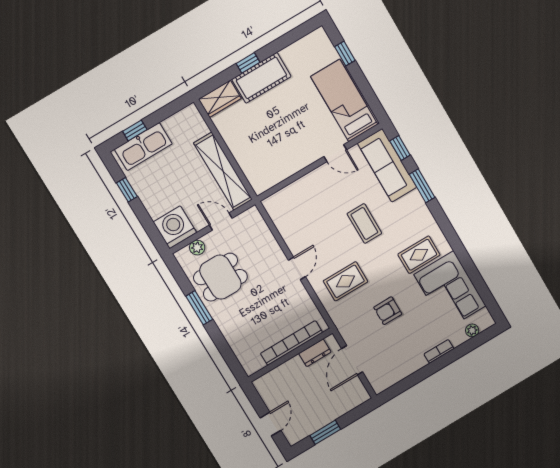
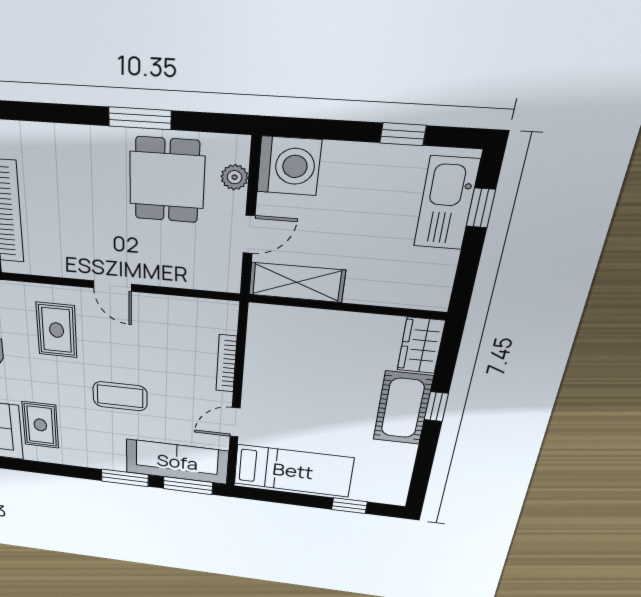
window: (400, 148) -> (188, 486), width x1.50
shelving: (223, 171) -> (297, 282), width x0.68
bookcase: (301, 183) -> (226, 364), added

